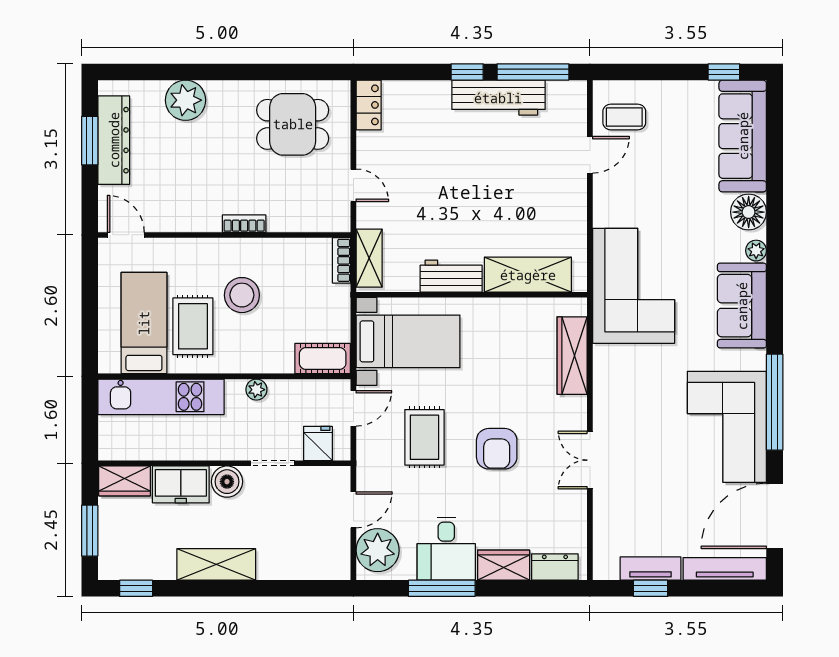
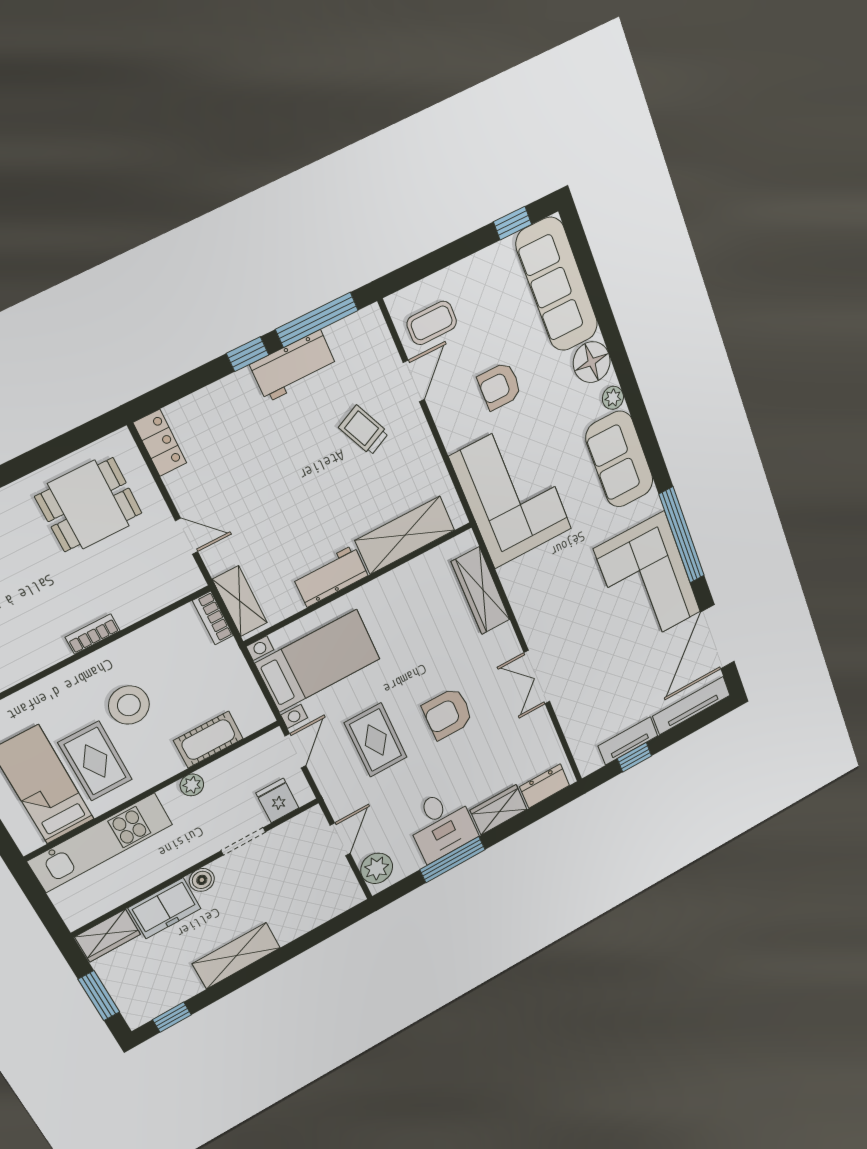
workbench: (498, 98) -> (294, 366), width x0.73
trolley: (532, 173) -> (364, 430), added
armchair: (660, 193) -> (500, 386), added
cot: (323, 358) -> (208, 740), moved
armchair: (497, 449) -> (448, 714), turned 90
boiler: (227, 482) -> (202, 880), width x0.73, depth x0.73
plant: (378, 550) -> (377, 868), width x0.73, depth x0.73

